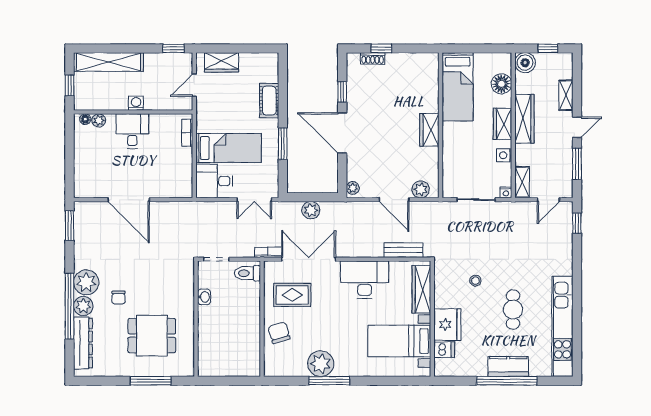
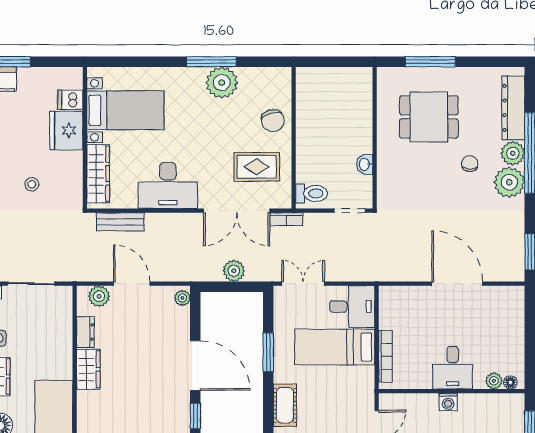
bookcase: (187, 133) -> (385, 356), width x1.56
dresser: (432, 160) -> (85, 332), added

